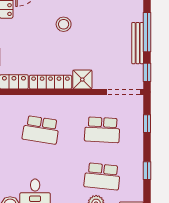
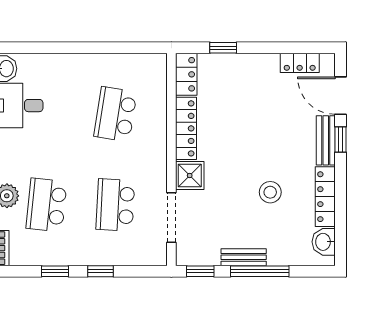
stool: (64, 24) -> (270, 192), moved
bench: (138, 43) -> (244, 257), width x0.73
doorway: (124, 92) -> (171, 217), moved
window: (147, 124) -> (100, 271), moved

